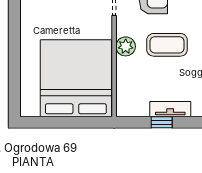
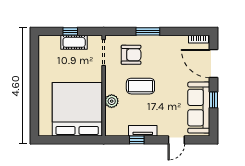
plant: (126, 46) -> (112, 101), moved

